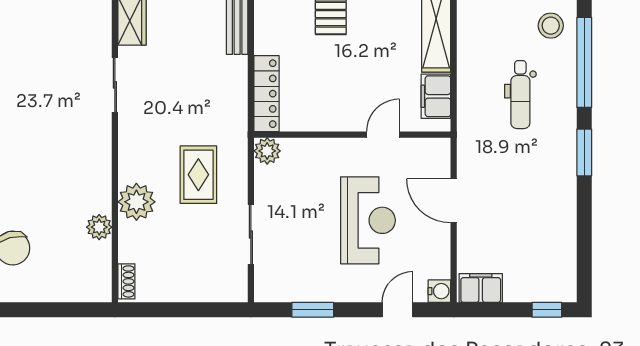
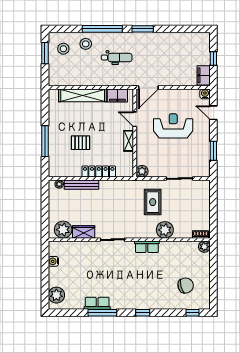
locker: (266, 94) -> (99, 172), moved
shelving: (335, 121) -> (129, 141), added
row of seats: (99, 162) -> (147, 247), added
rug: (198, 175) -> (153, 202), turned 90
door: (454, 201) -> (148, 87), moved
plant: (99, 227) -> (204, 247), moved
window: (547, 310) -> (213, 58), moved

